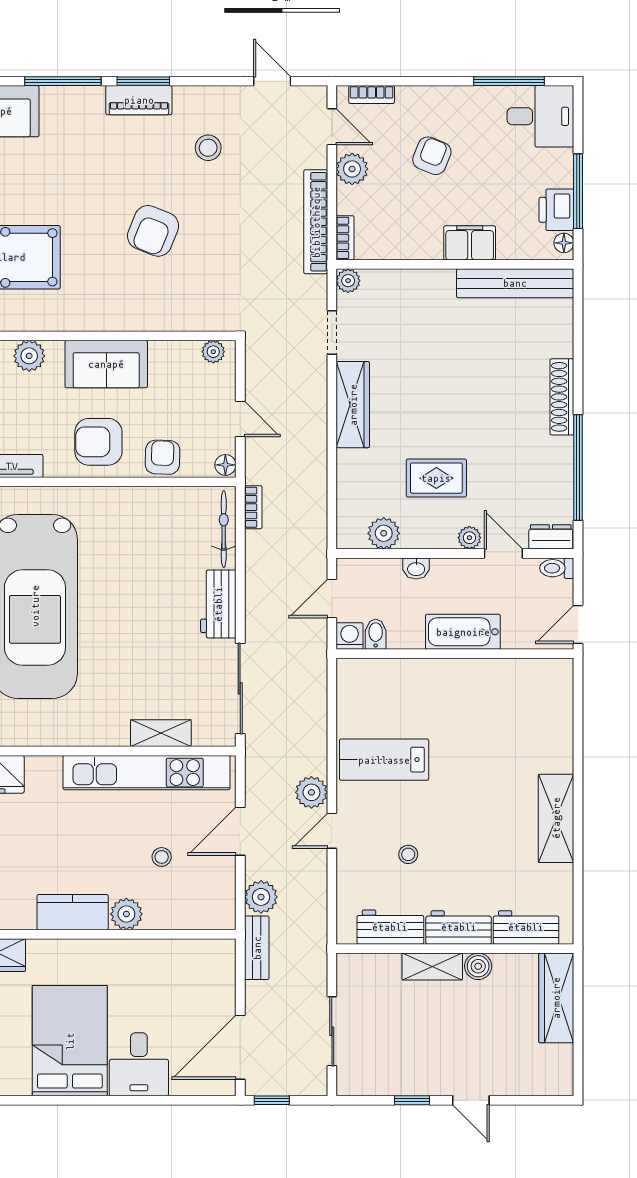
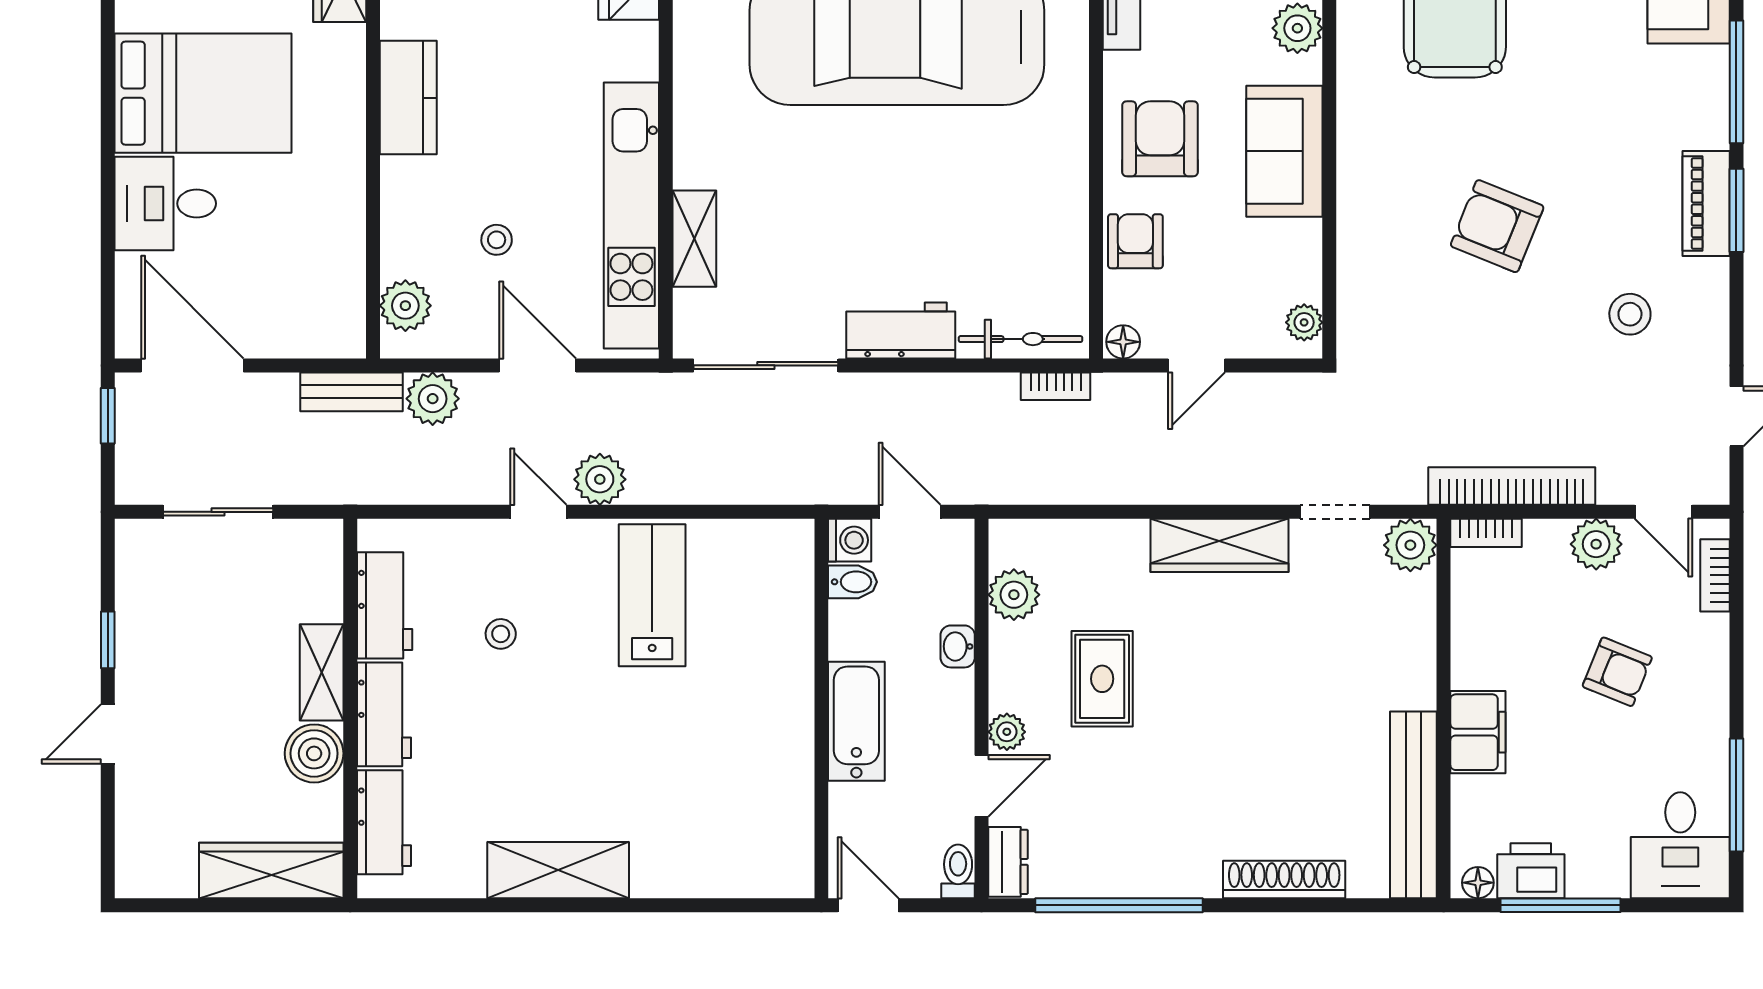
door: (332, 127) -> (1663, 512), hinge flipped
plant: (348, 281) -> (1410, 545), width x1.38, depth x1.38
shoe rack: (562, 397) -> (1284, 880), moved
armchair: (163, 457) -> (1135, 241), turned -92
plant: (126, 914) -> (405, 306), moved
boiler: (478, 966) -> (314, 753), width x1.36, depth x1.36

